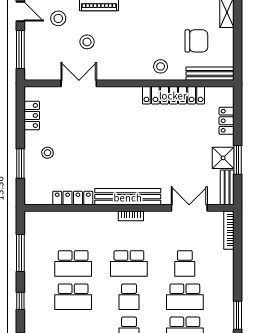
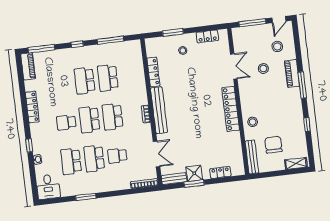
chair: (196, 41) -> (273, 145), turned 180
locker: (173, 95) -> (231, 109), moved
school desk: (129, 297) -> (89, 120), width x1.85

